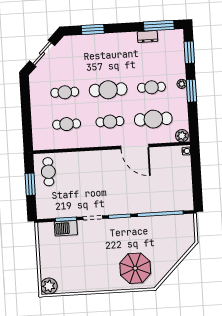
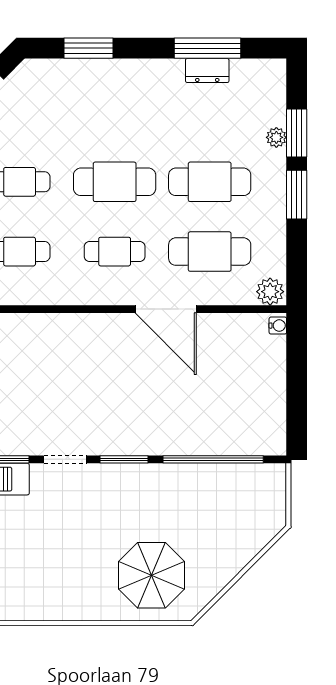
window: (159, 26) -> (207, 48), moved
window: (189, 52) -> (297, 133), moved
plant: (182, 84) -> (276, 137), moved
cafe table: (151, 87) -> (210, 182), width x1.37, depth x1.35

